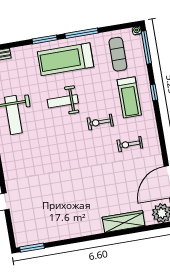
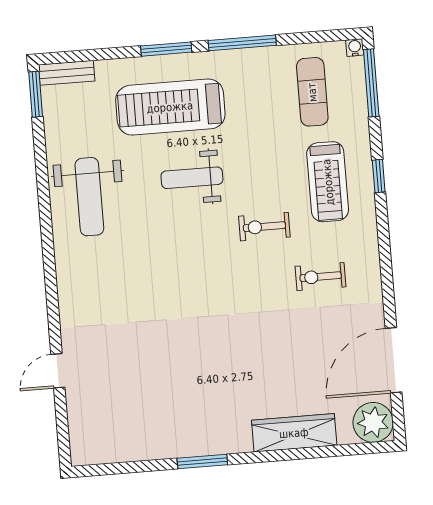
treadmill: (65, 59) -> (170, 107), moved
window: (32, 248) -> (202, 461), moved

